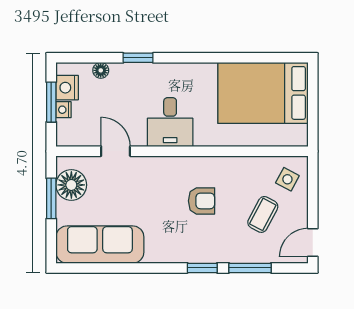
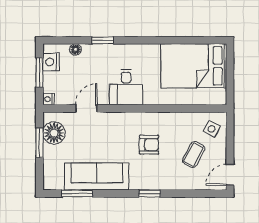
nightstand: (64, 110) -> (48, 99), moved
door: (116, 151) -> (86, 108), hinge flipped
sofa: (100, 245) -> (97, 176), moved
window: (250, 268) -> (77, 193), moved

